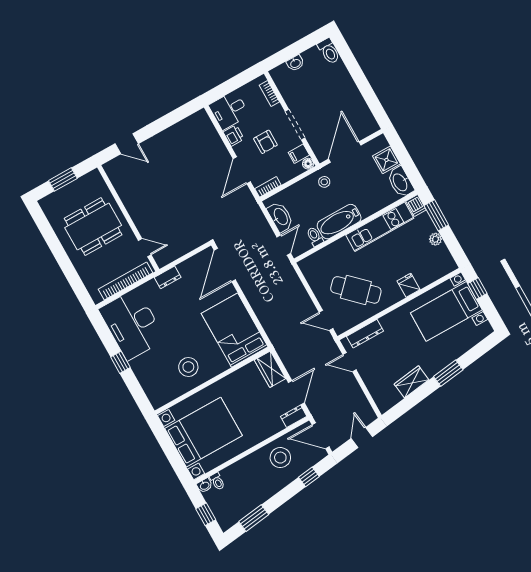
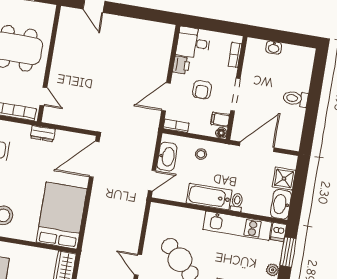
toilet: (329, 51) -> (295, 99), moved, turned 90
stool: (324, 182) -> (201, 154), moved
toilet: (315, 237) -> (237, 202), moved

